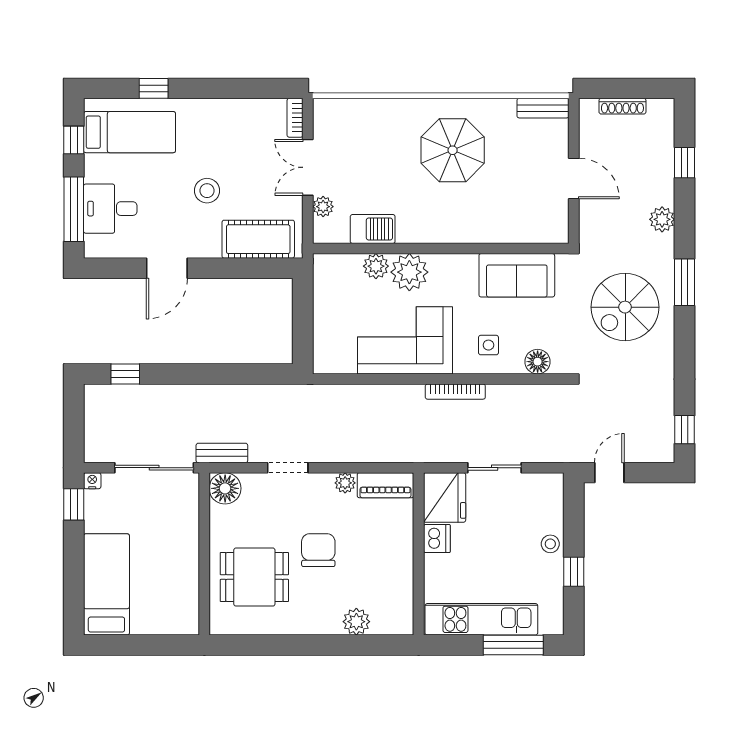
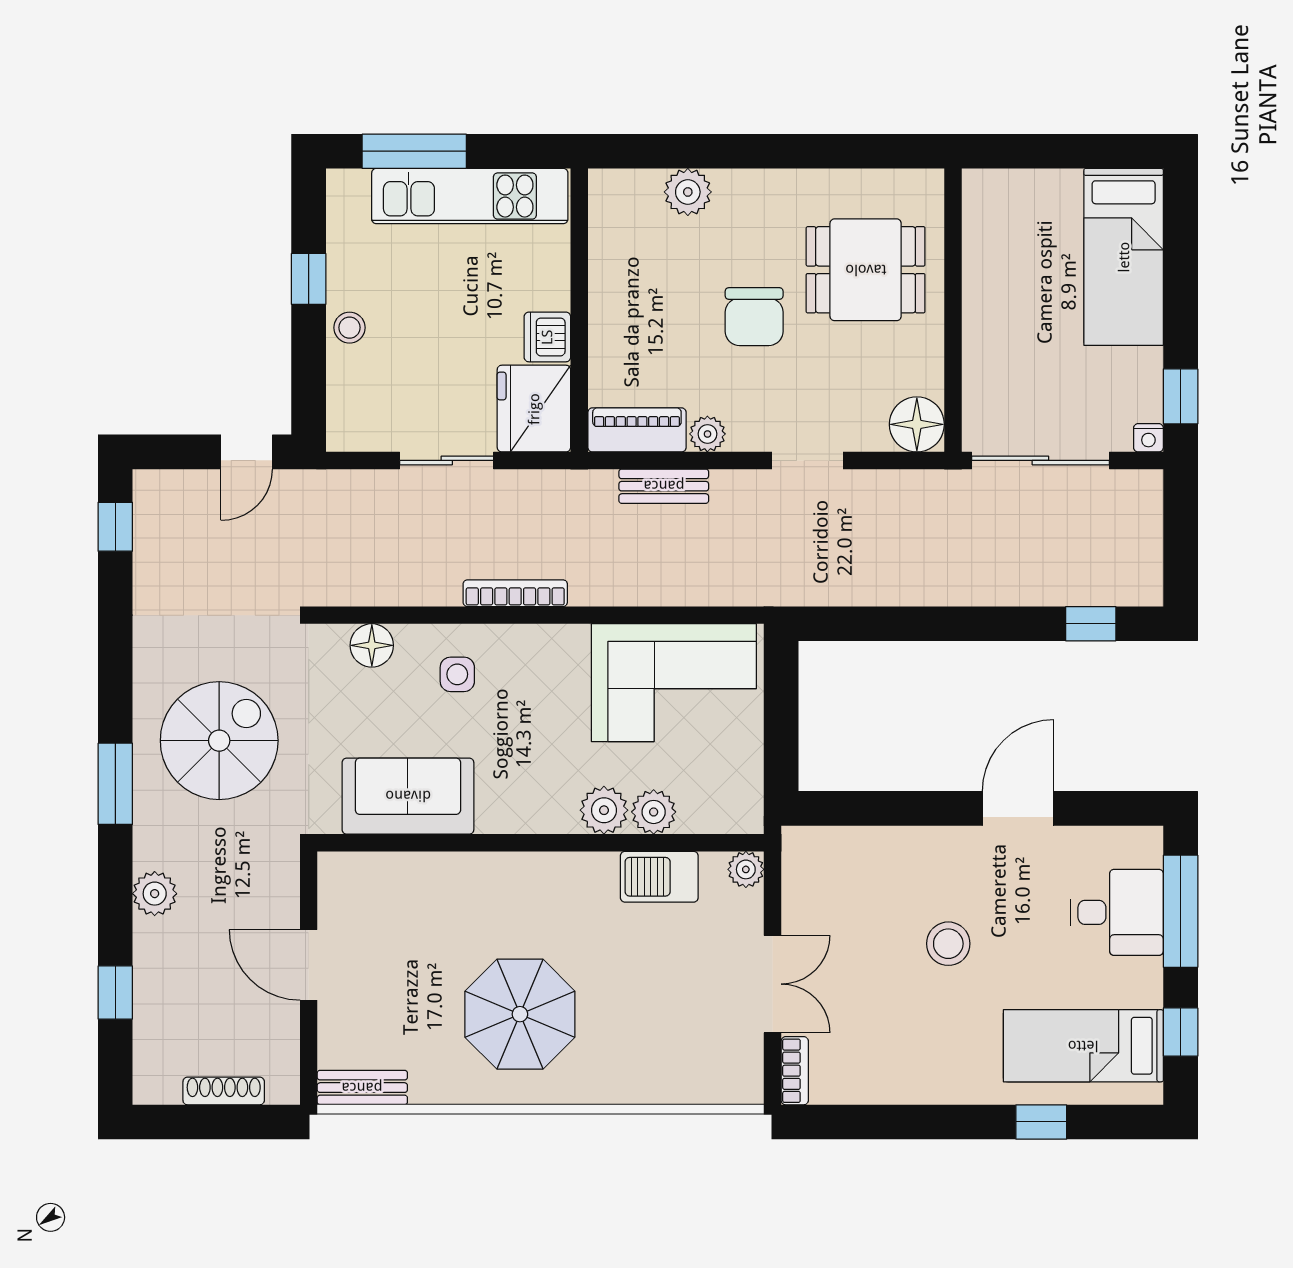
plant: (323, 207) -> (746, 869), moved
cot: (258, 239) -> (859, 859), removed
plant: (409, 272) -> (604, 810), width x0.73, depth x0.73
corner sofa: (405, 340) -> (674, 683), moved
bench: (222, 453) -> (664, 486), moved

